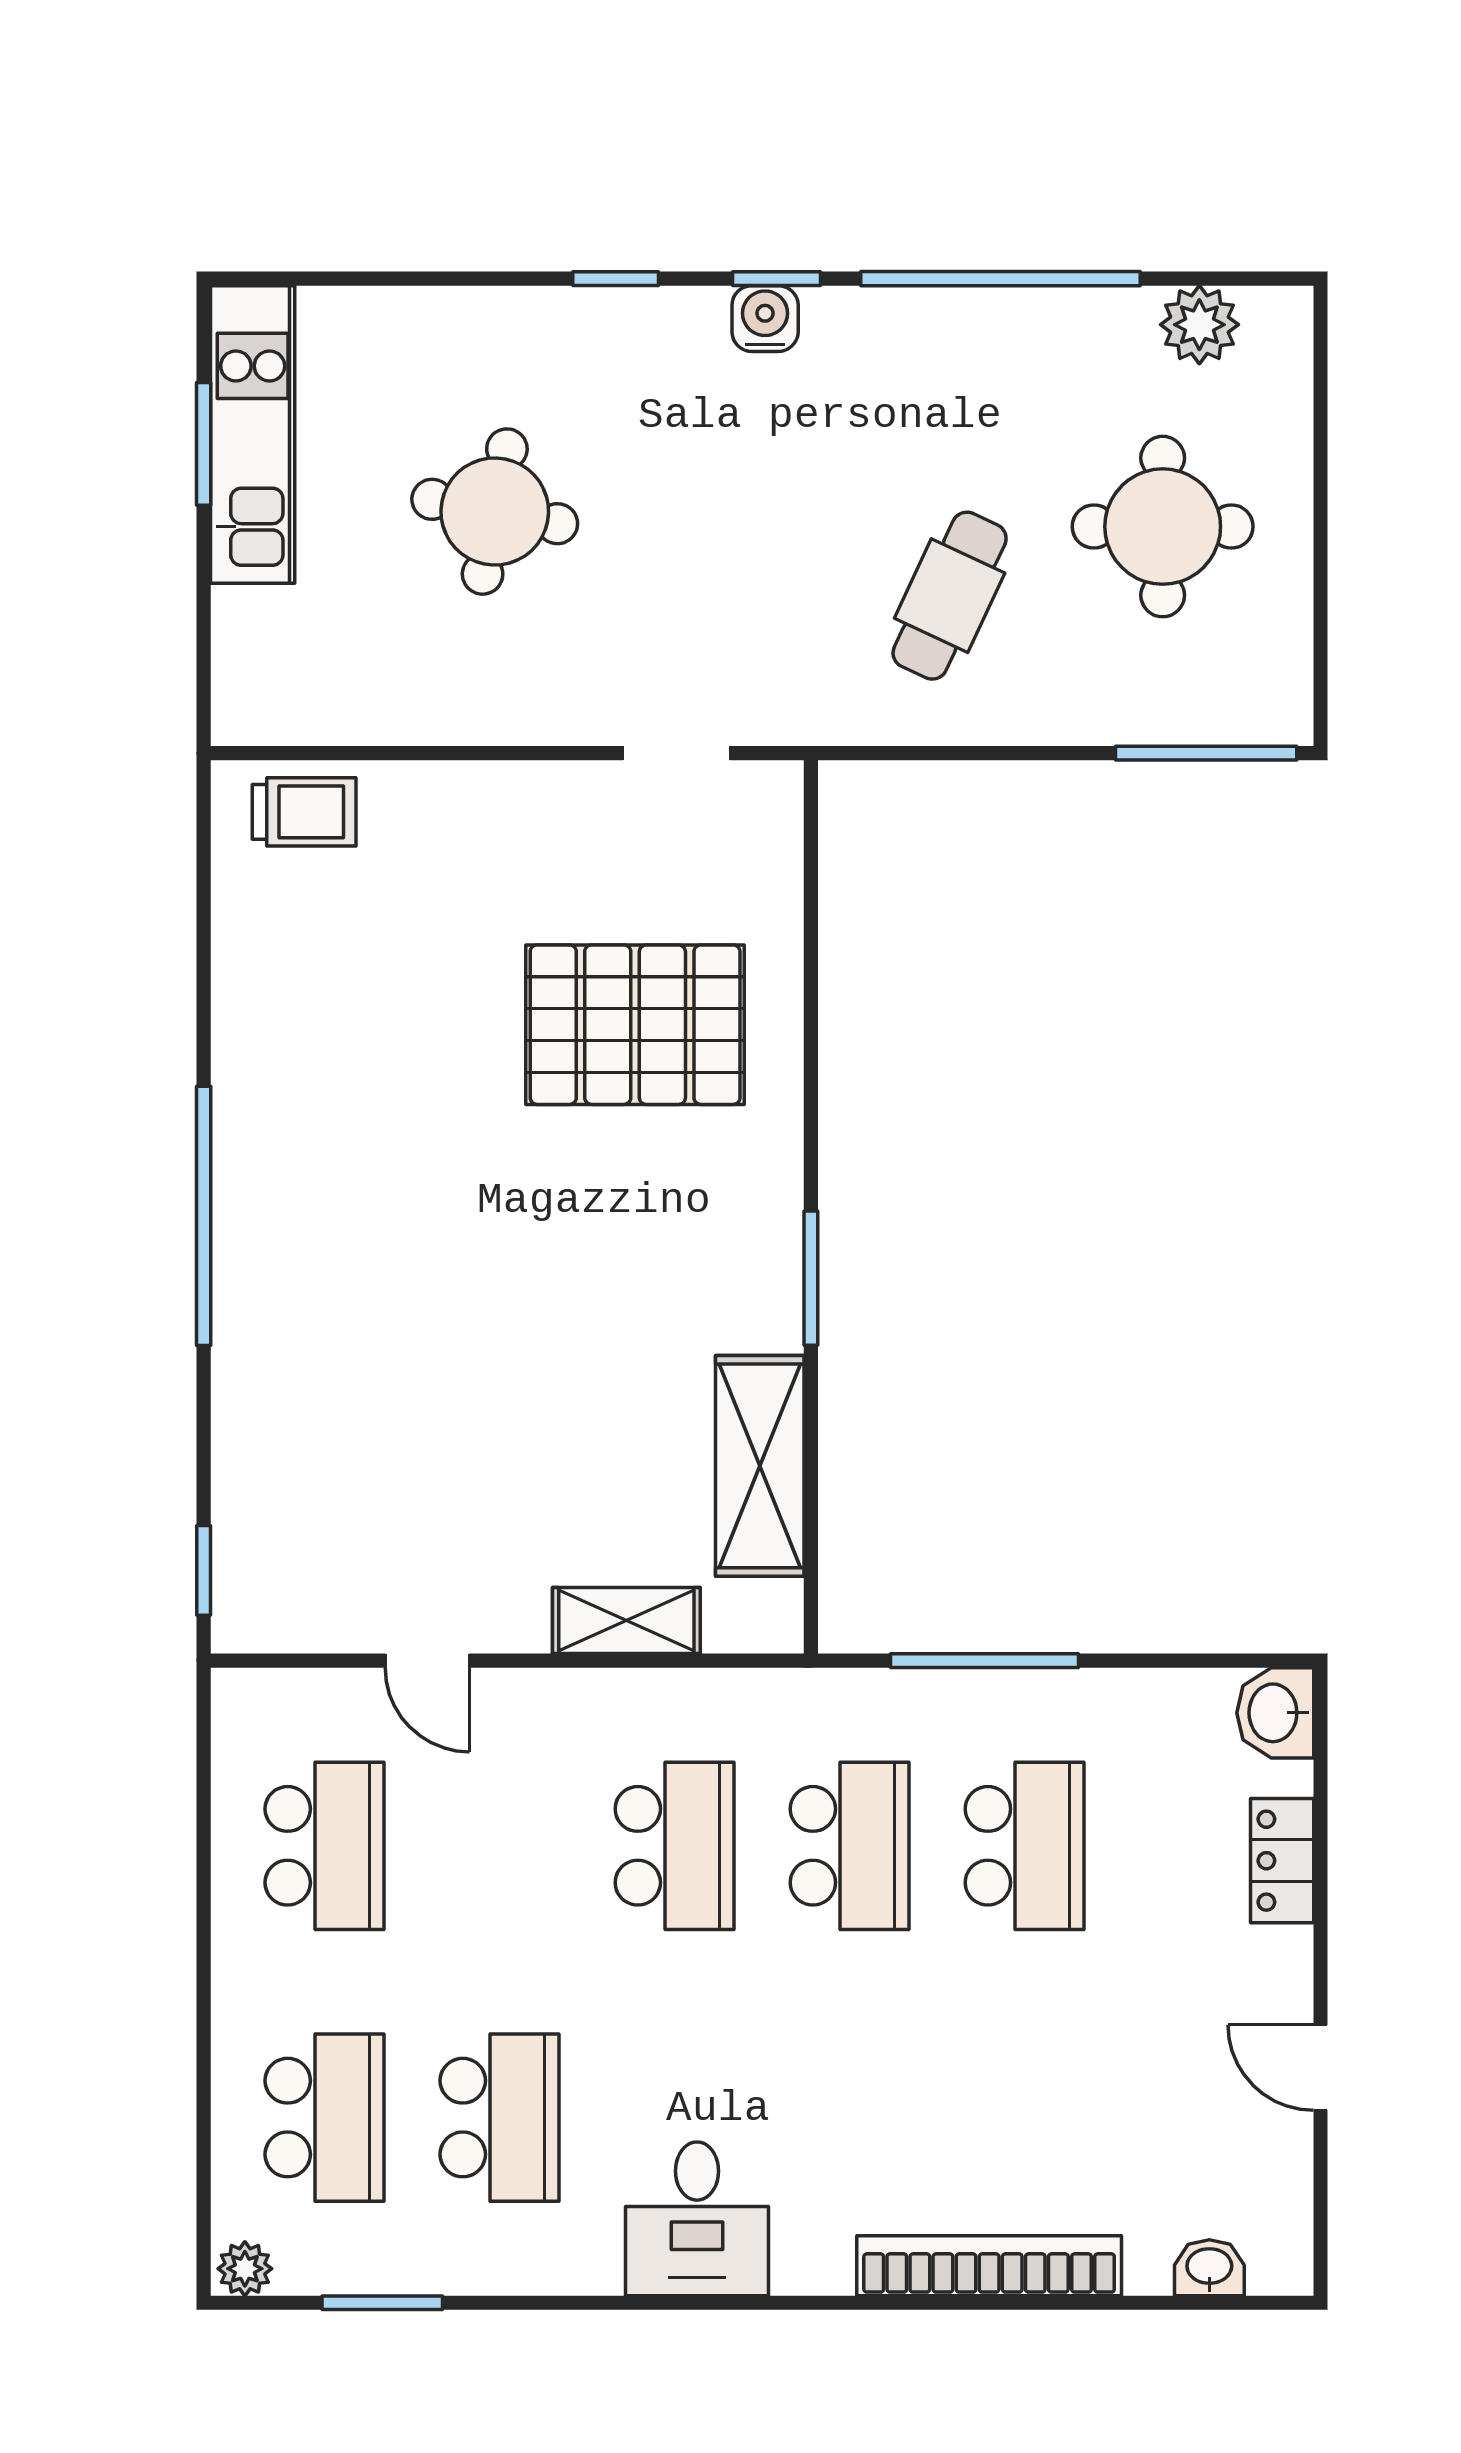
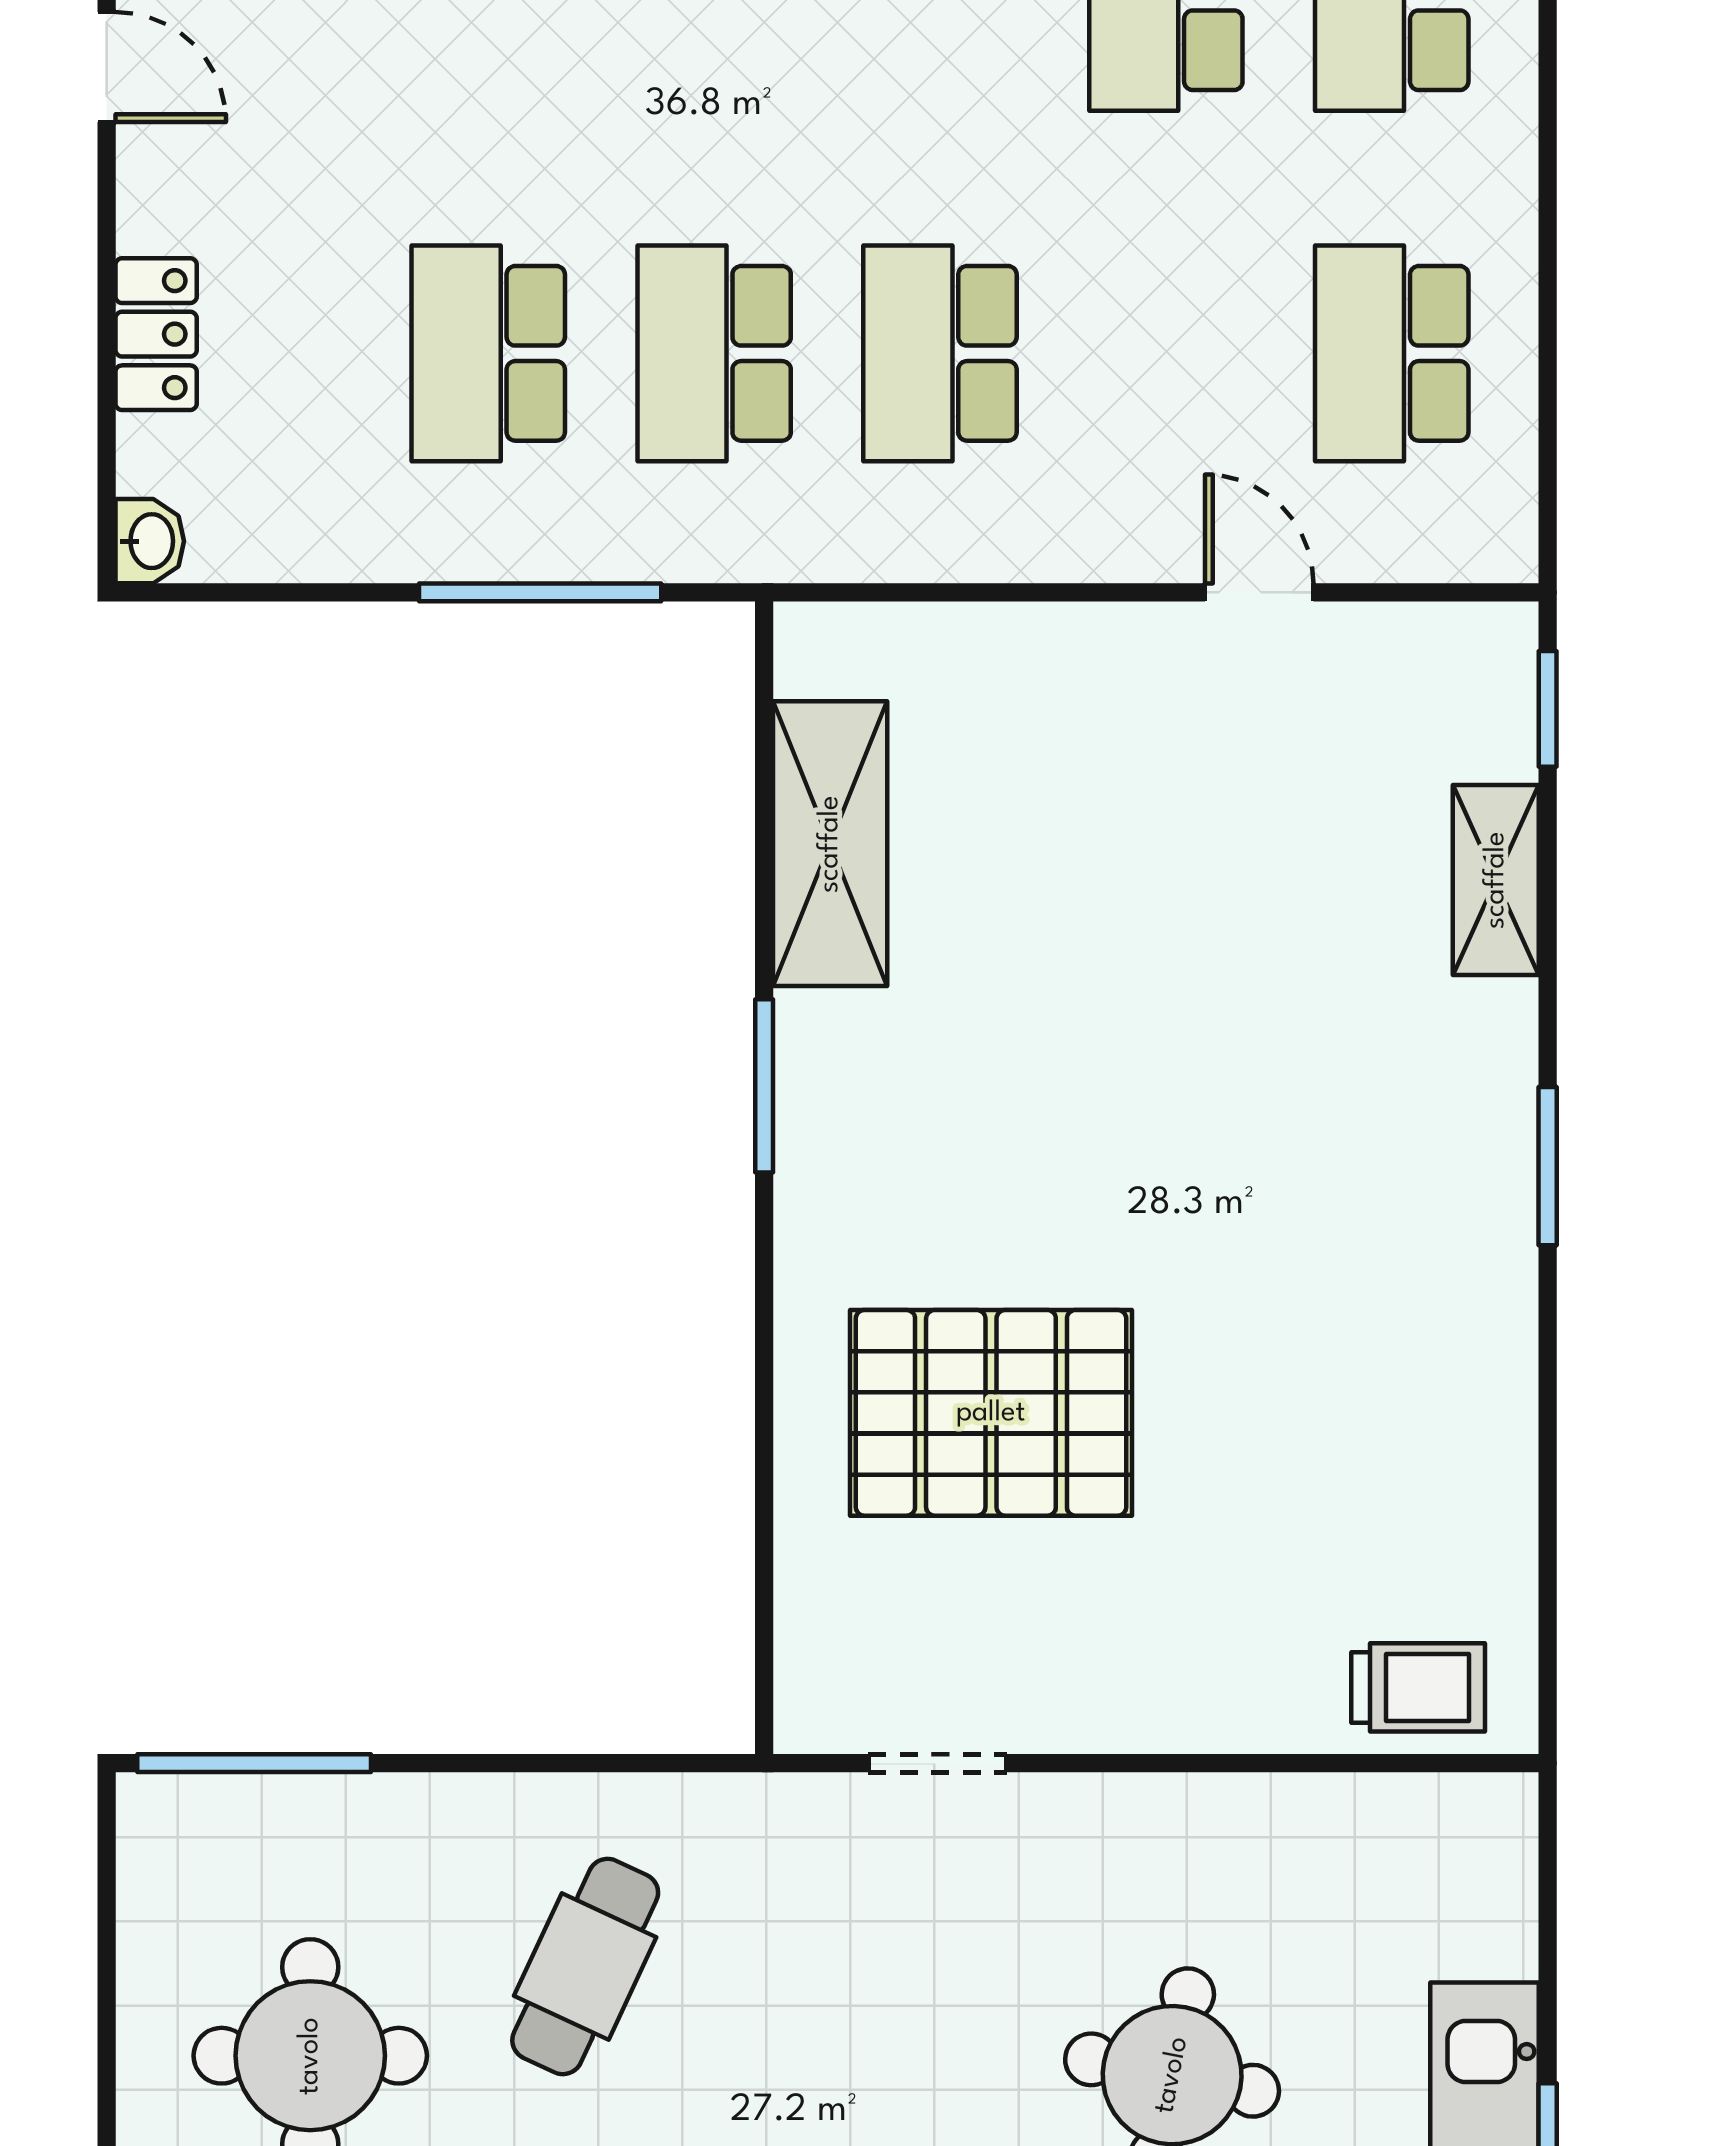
trolley: (304, 812) -> (1418, 1687), turned 180
window: (204, 1216) -> (1548, 1166), width x0.47
shelving: (626, 1620) -> (1496, 880), moved, turned 90
washbasin: (1275, 1713) -> (150, 541), width x0.72, depth x0.69

